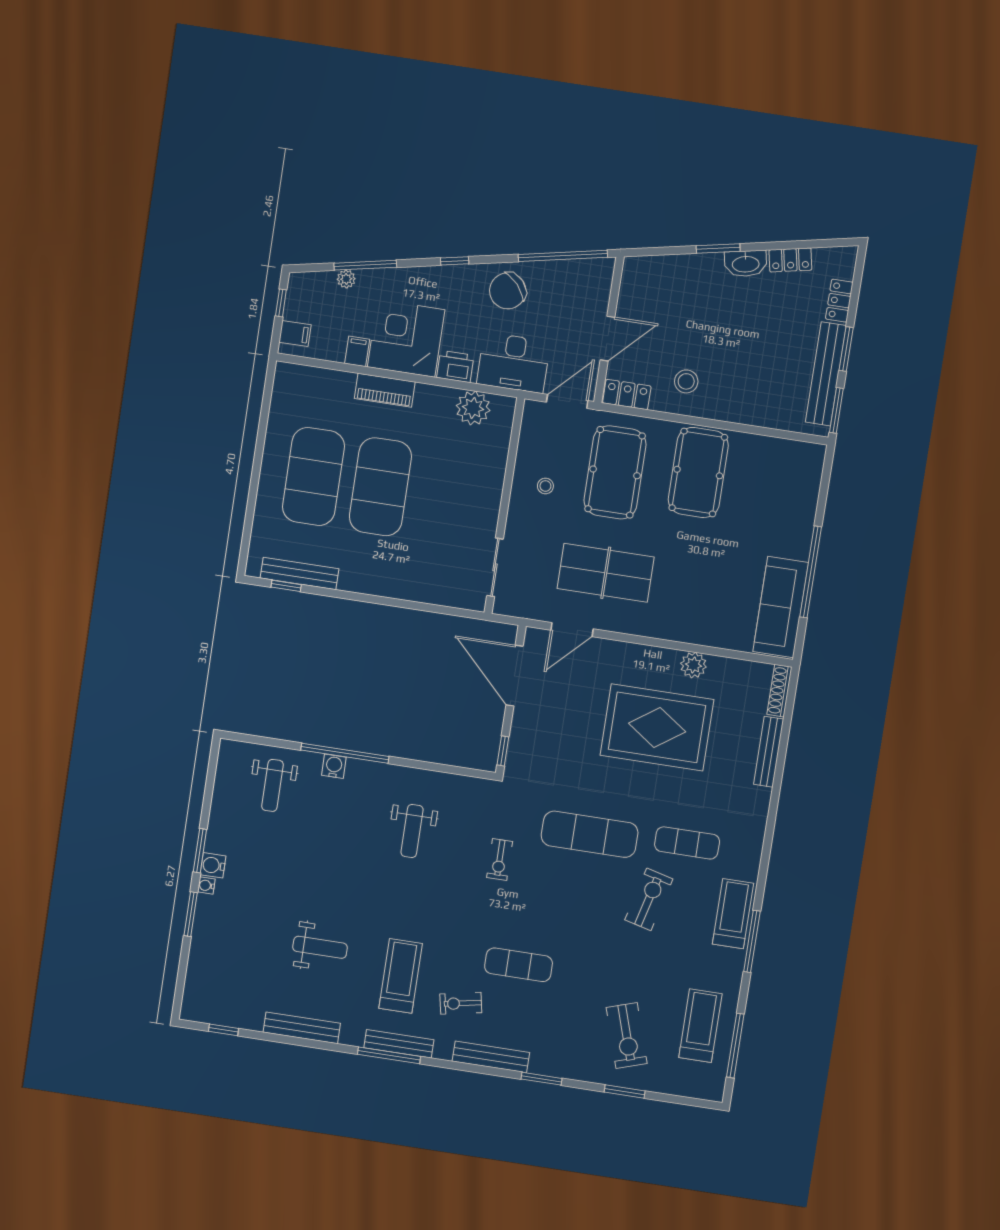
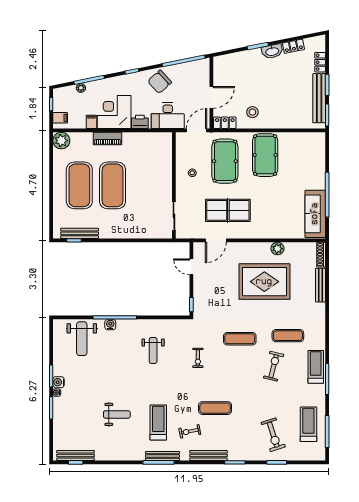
plant: (473, 408) -> (61, 141), moved
door: (515, 676) -> (191, 267), width x0.53
weight bench: (272, 785) -> (82, 339), width x1.36, depth x1.33
exercise mat: (590, 834) -> (240, 339), width x0.73, depth x0.69
bench: (302, 1028) -> (76, 455), moved

